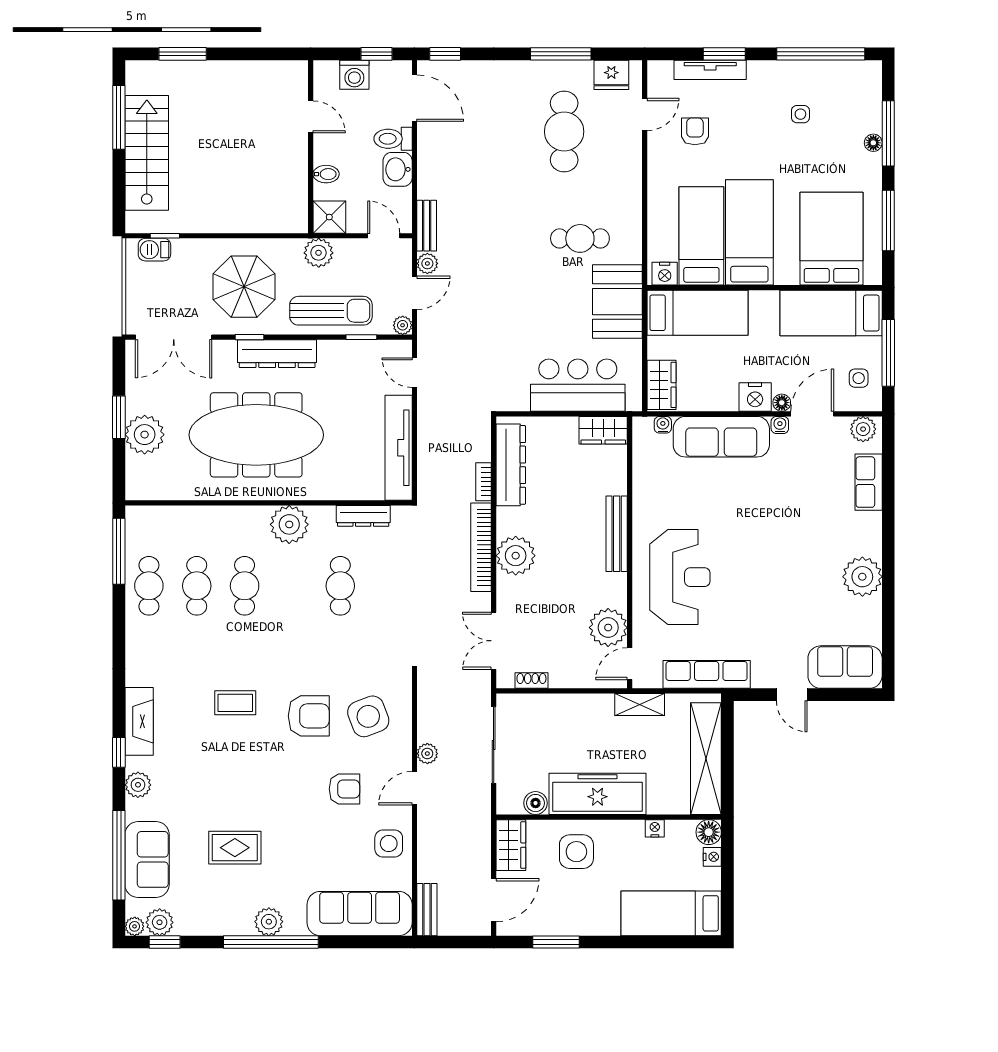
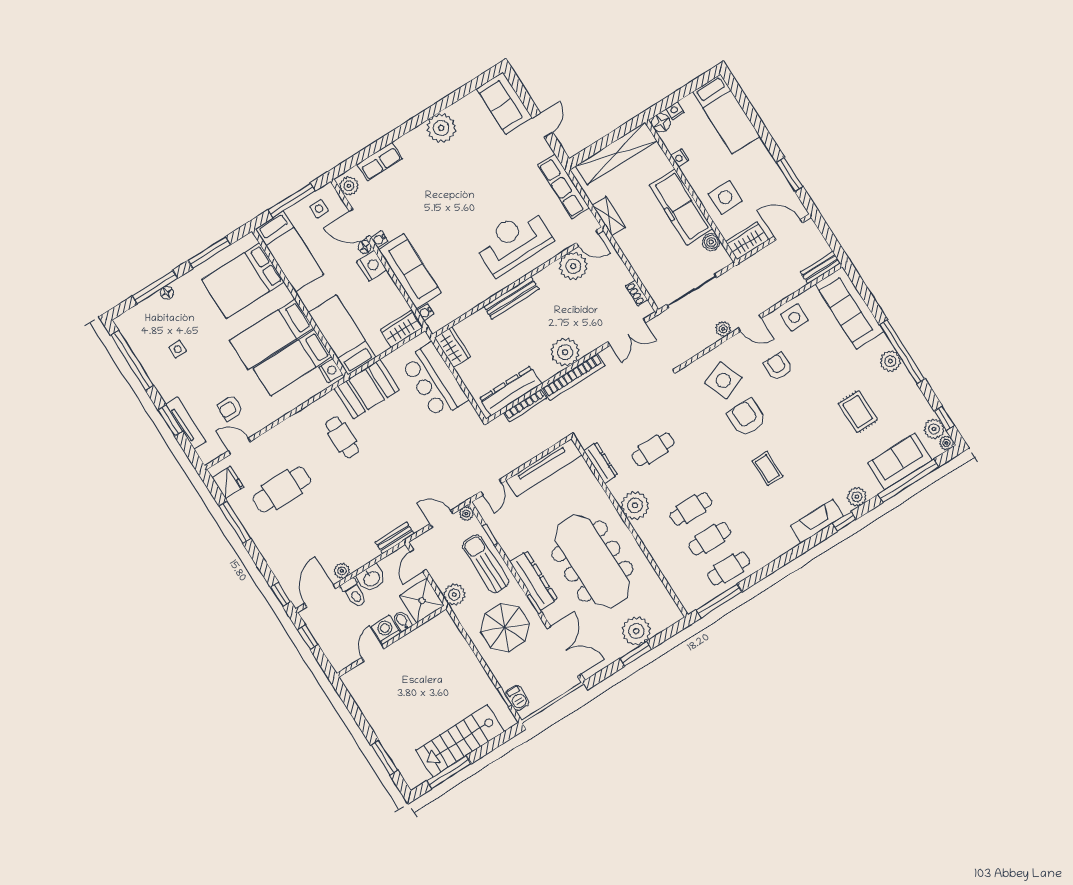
washing machine: (354, 75) -> (386, 630), moved, turned -90
shower: (329, 217) -> (422, 601), width x1.36, depth x1.36
plant: (427, 263) -> (342, 571), moved
bookcase: (484, 482) -> (525, 406), width x1.56

